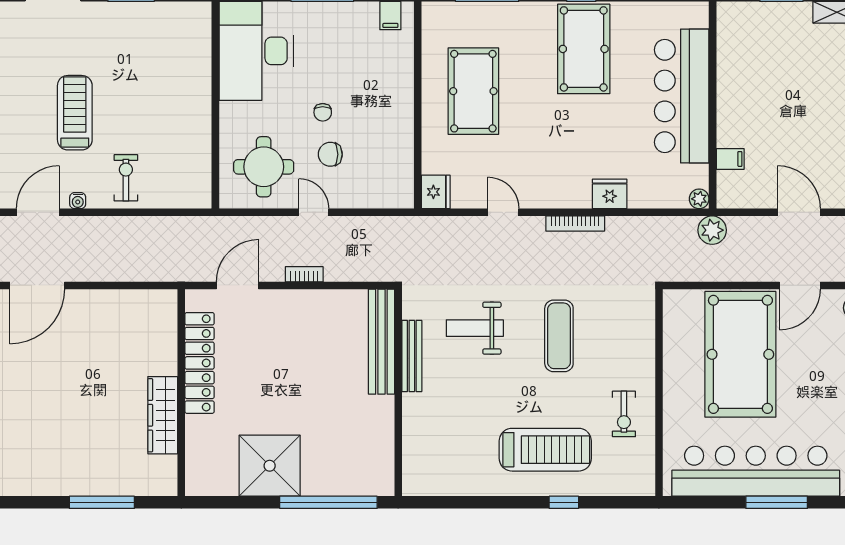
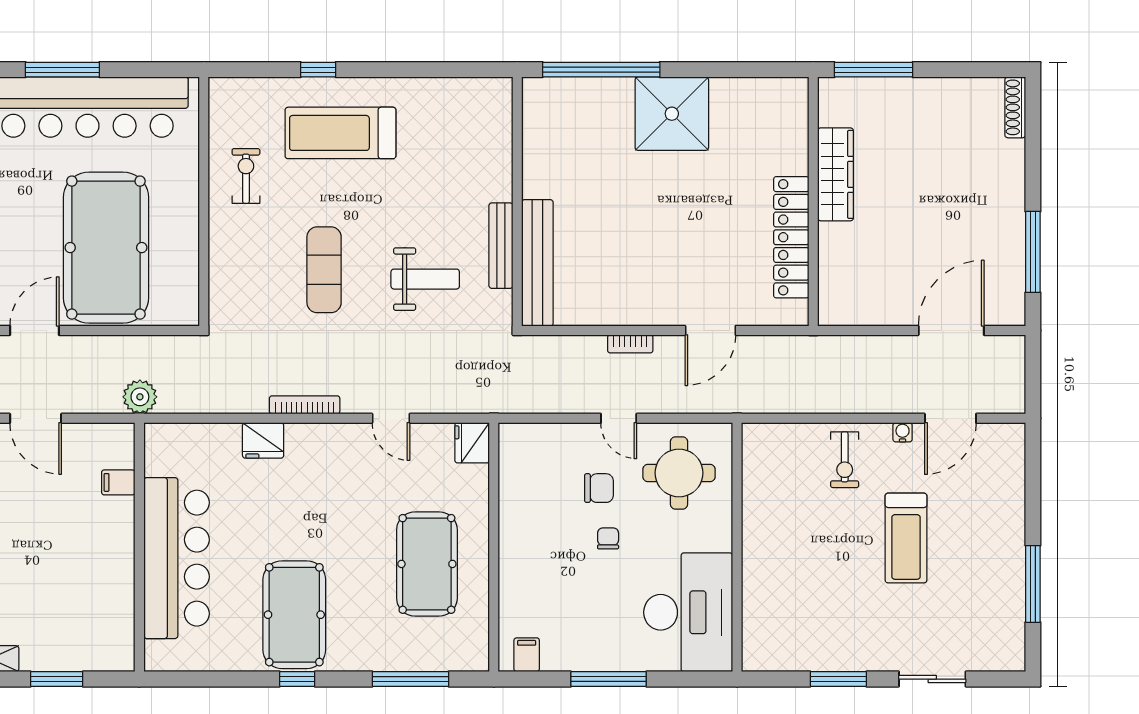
plant: (699, 199) -> (156, 434), removed
locker: (200, 363) -> (791, 237), moved
wall: (181, 393) -> (813, 201), moved
wardrobe: (163, 415) -> (836, 174), moved

